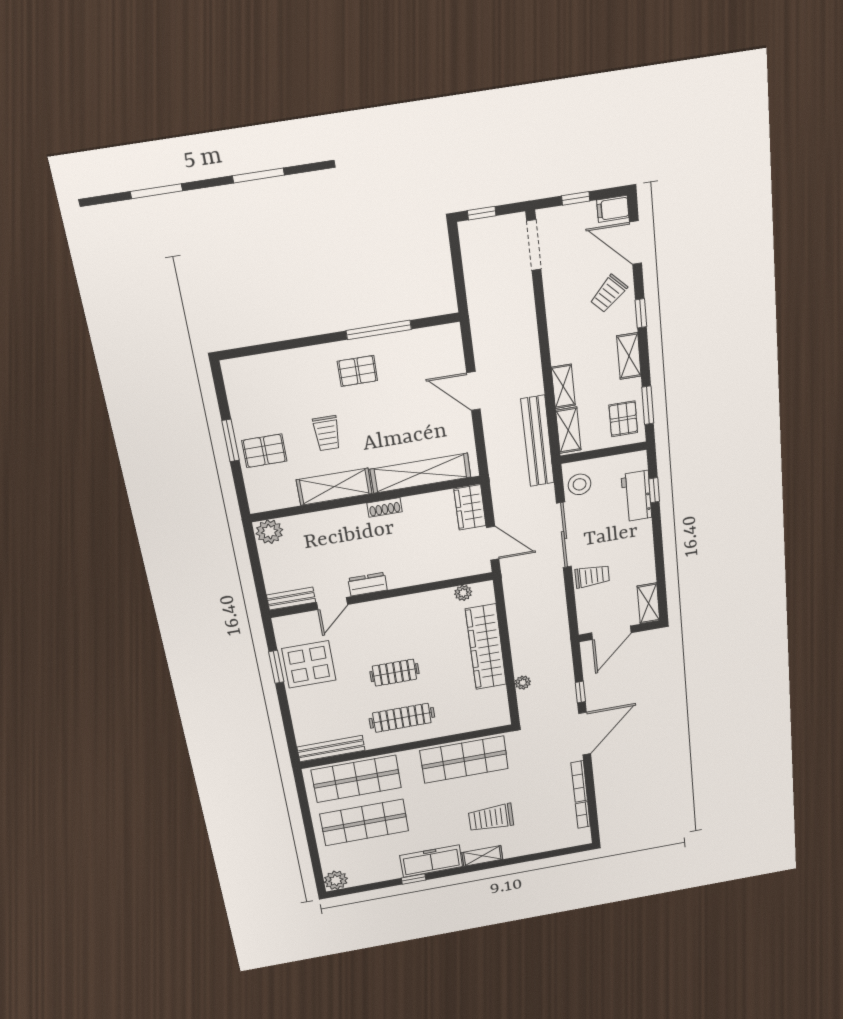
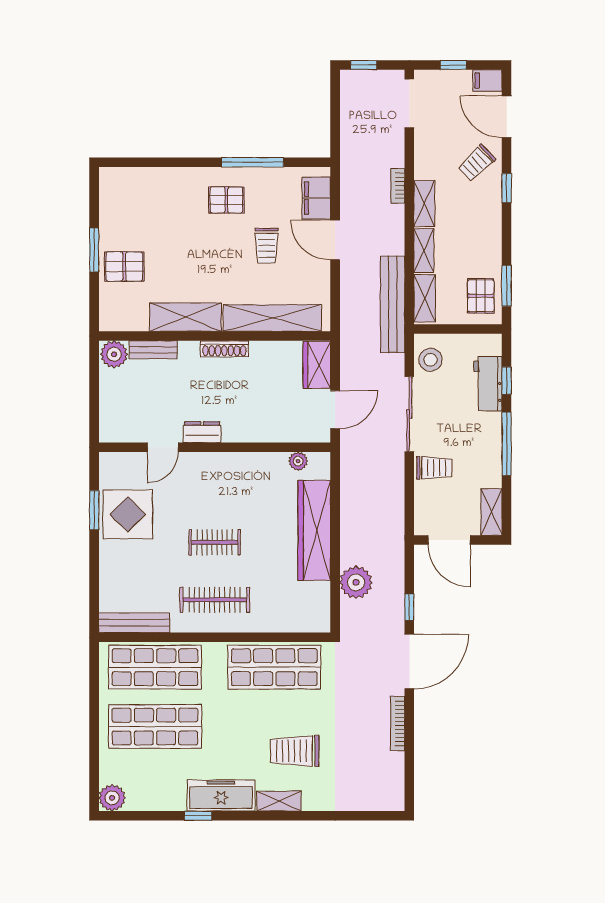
filing cabinet: (449, 354) -> (316, 198), added
shelving: (629, 356) -> (424, 203), moved
trolley: (327, 433) -> (267, 246), moved
shoe rack: (385, 507) -> (224, 349), width x1.43
door: (493, 543) -> (335, 410), hinge flipped
window: (658, 544) -> (507, 444), added
bench: (291, 599) -> (153, 350), moved
door: (611, 633) -> (449, 540), hinge flipped
plant: (523, 683) -> (356, 582), width x1.87, depth x1.87
bookcase: (583, 815) -> (398, 186), moved

